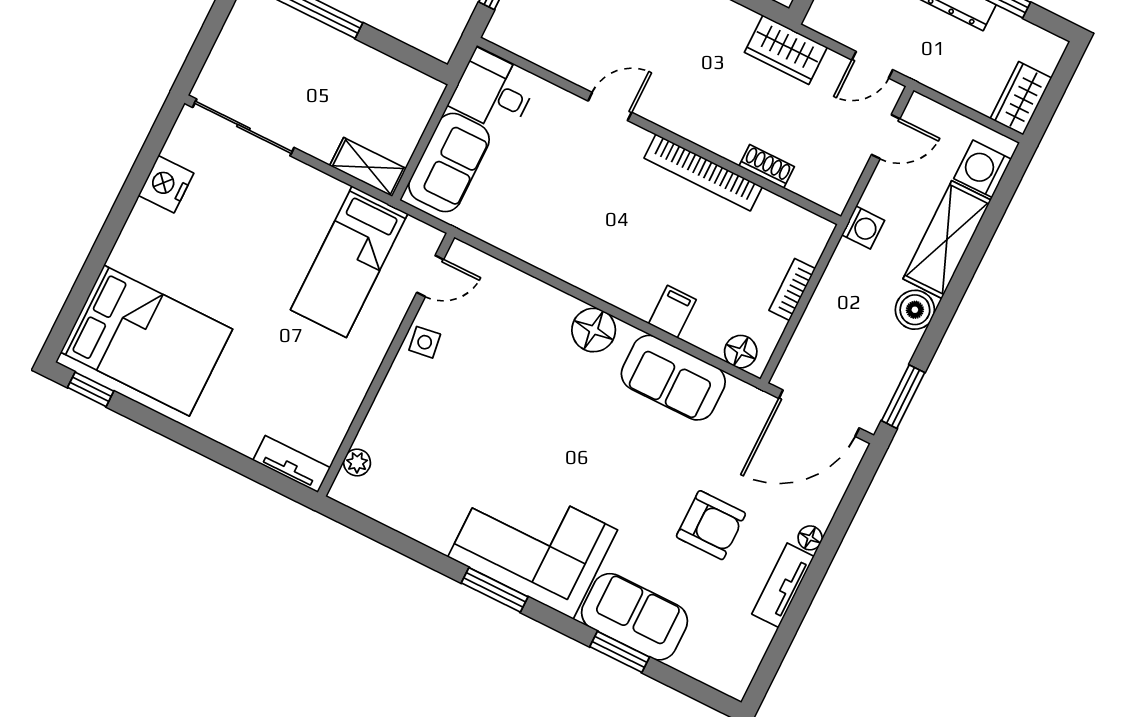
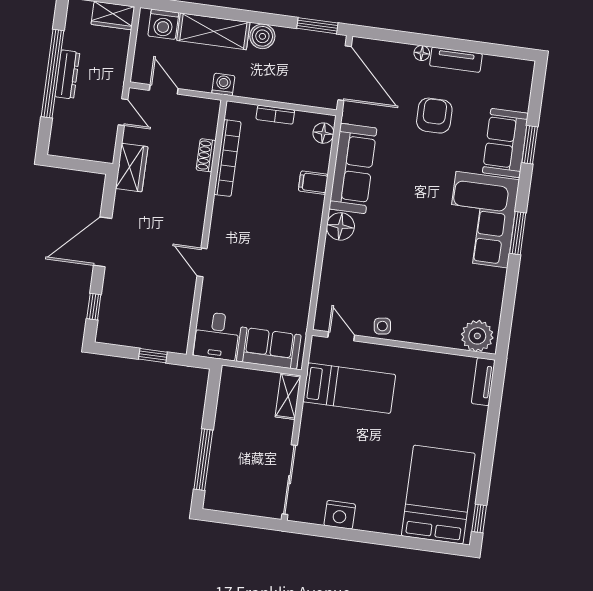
bookcase: (703, 173) -> (227, 158), moved
sofa: (673, 378) -> (353, 168), width x1.36
plant: (357, 463) -> (477, 336), width x1.88, depth x1.88

